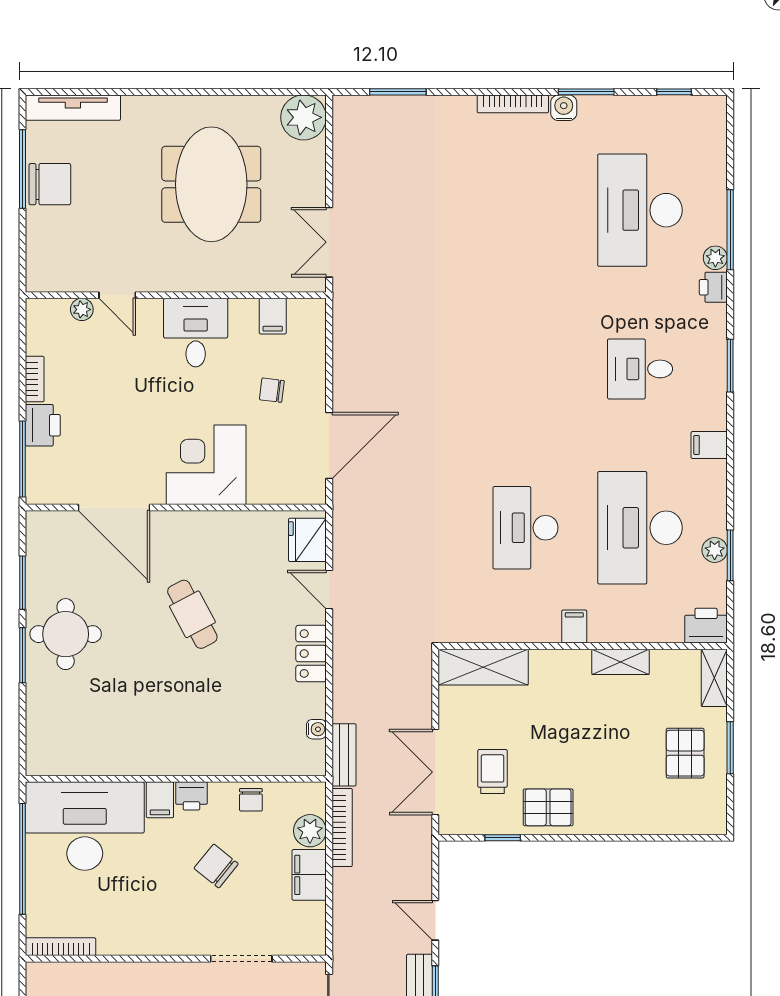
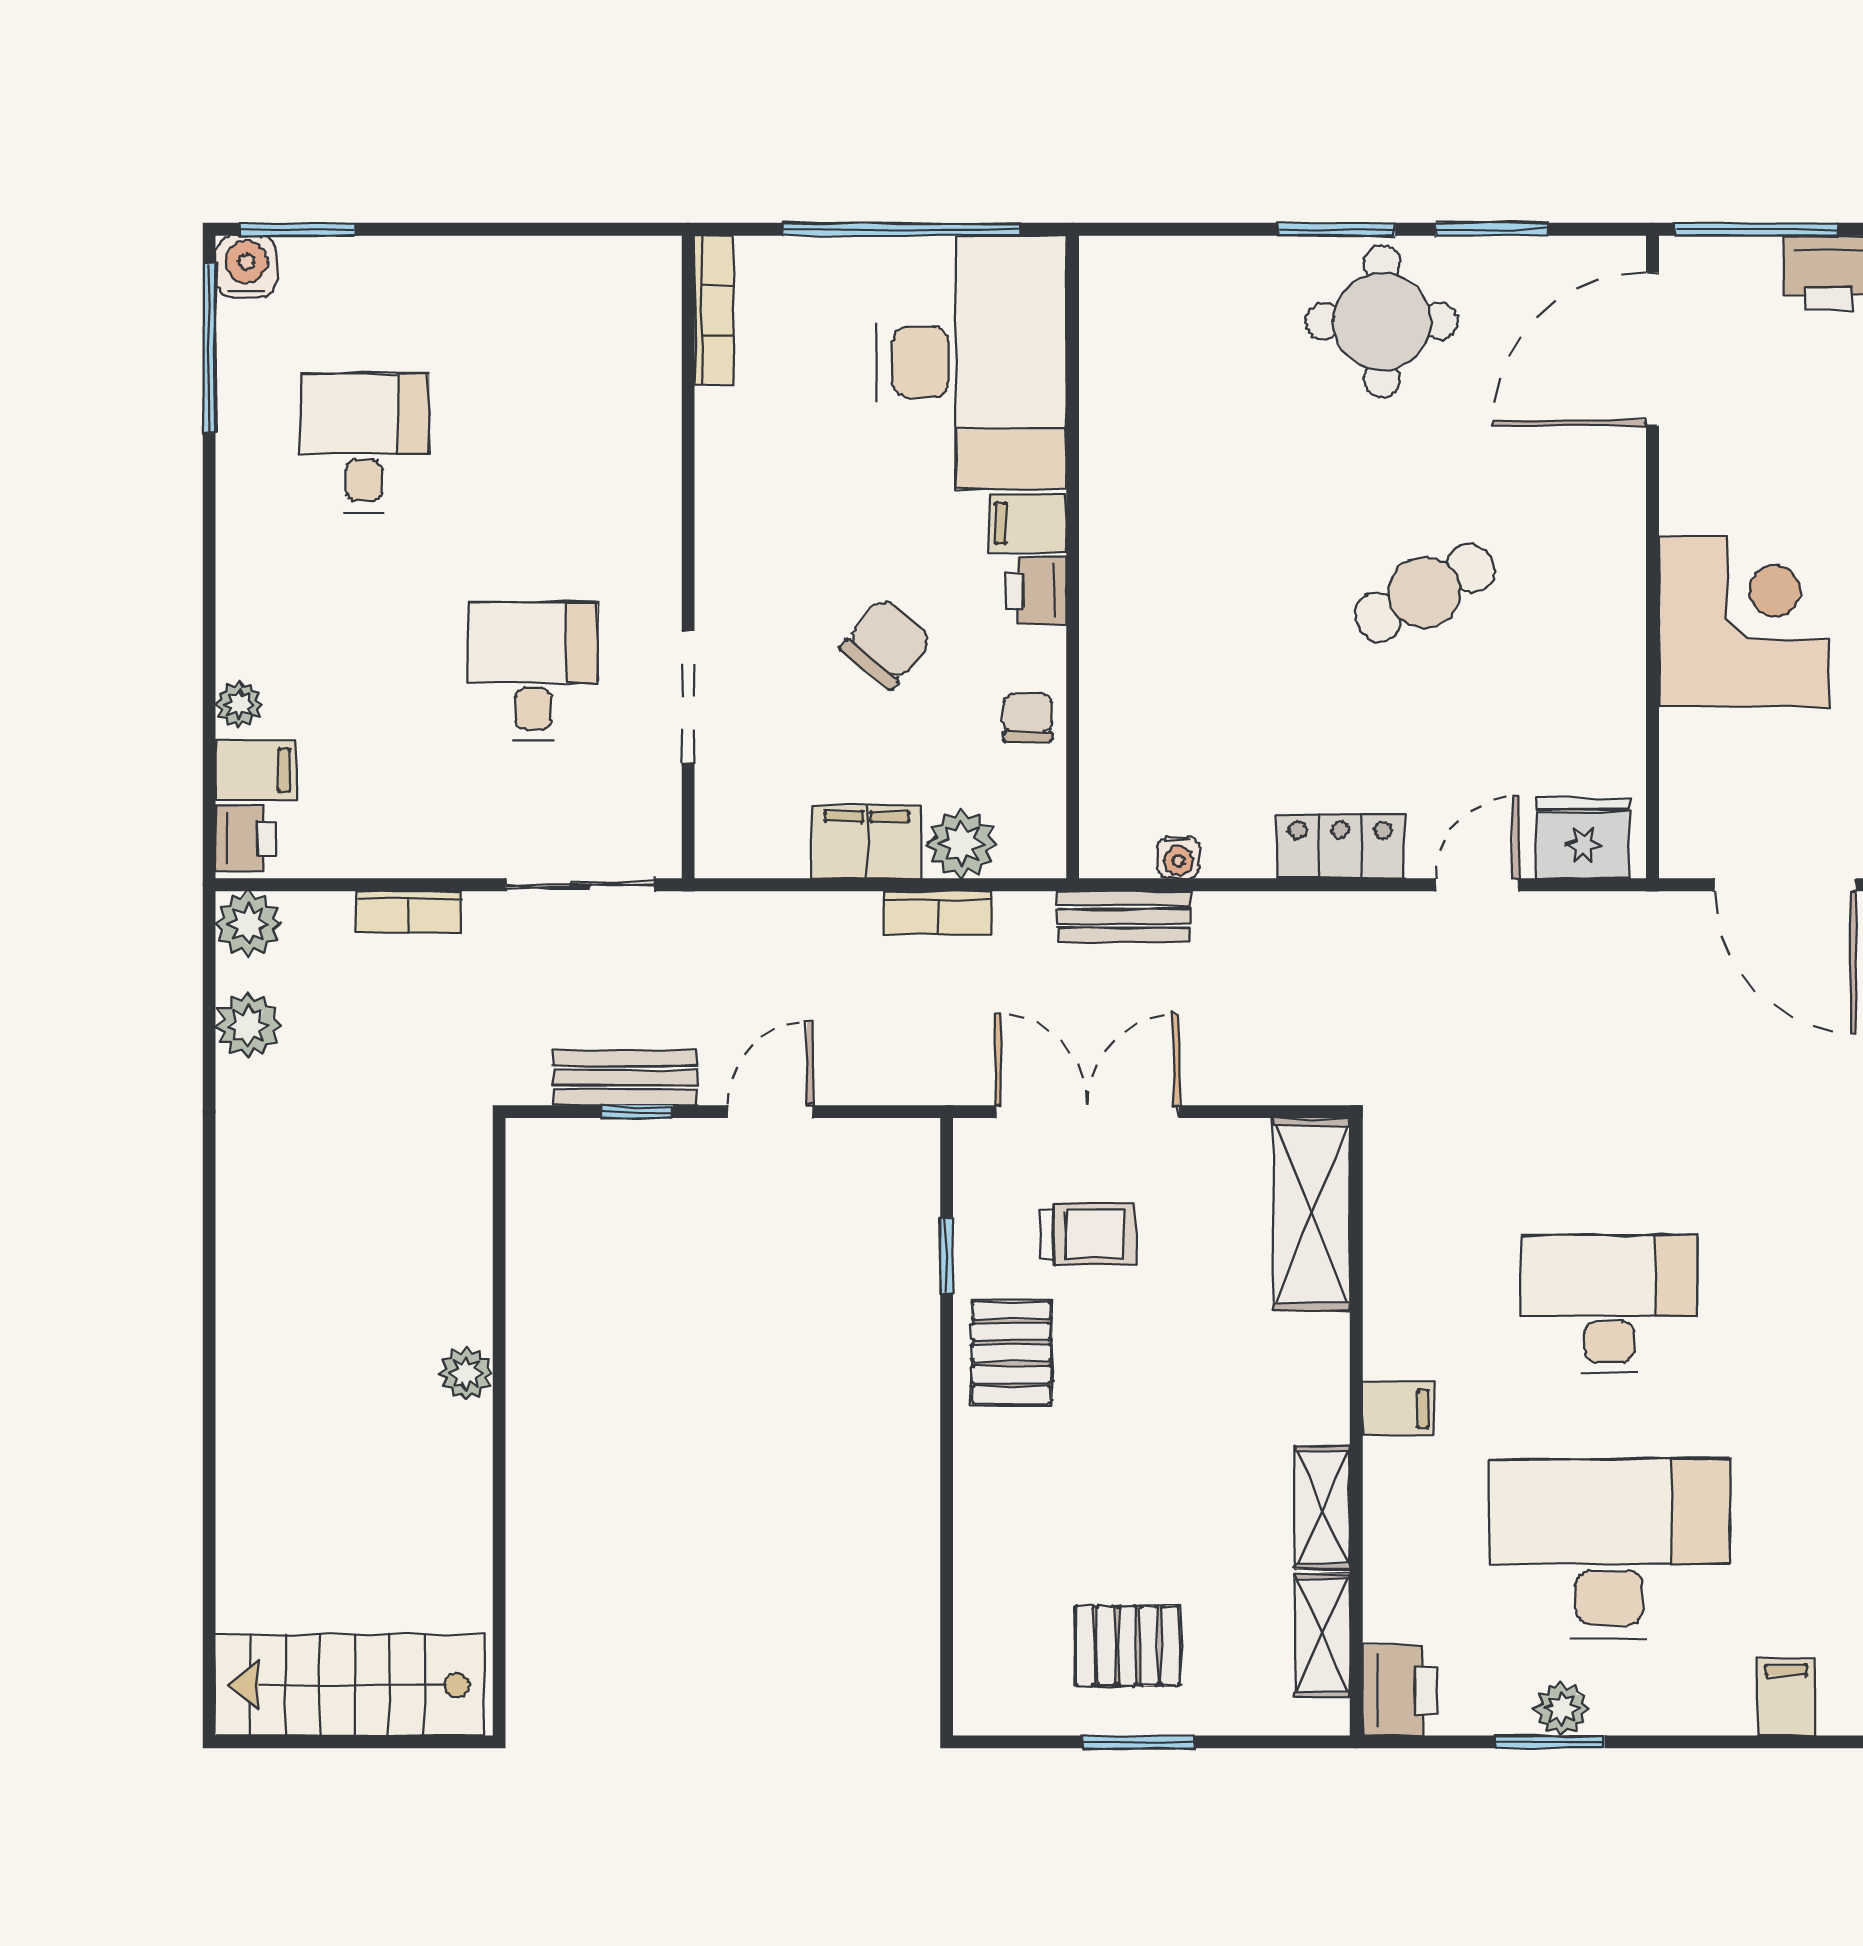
door: (114, 508) -> (1652, 349), moved
shelving: (714, 678) -> (1322, 1635), moved, turned 90
chair: (251, 800) -> (1028, 717), turned 90
bookcase: (342, 828) -> (938, 912), width x0.64

